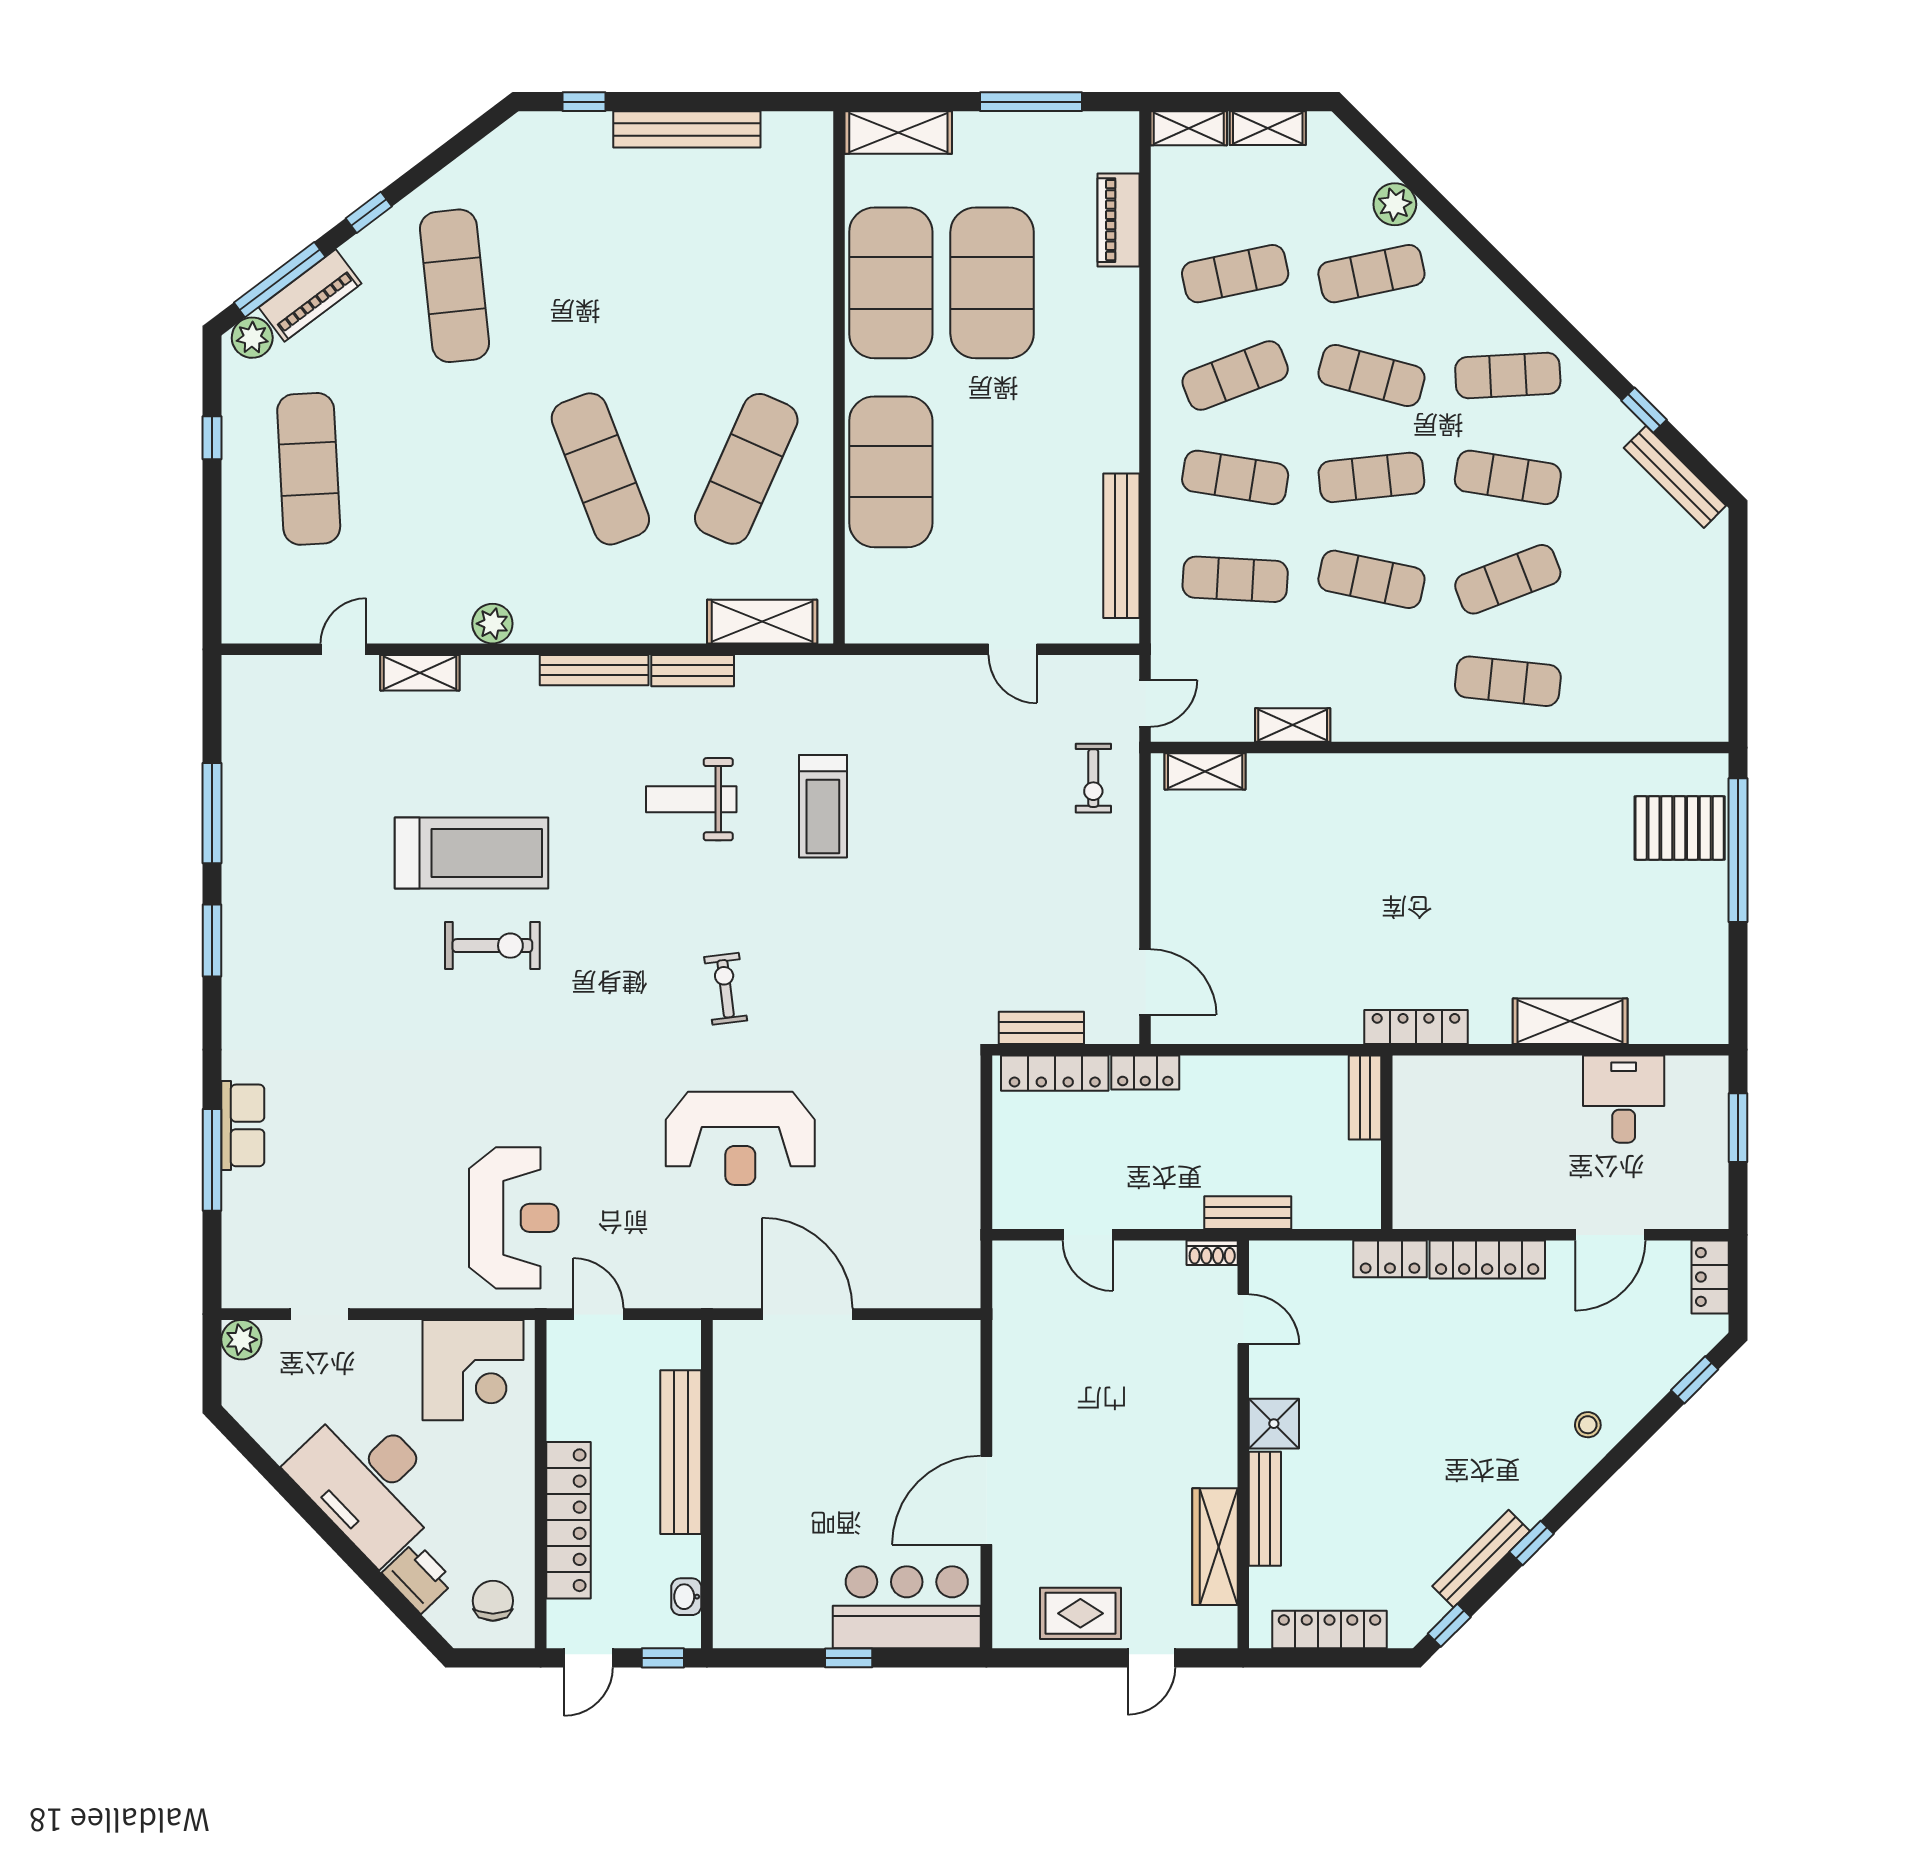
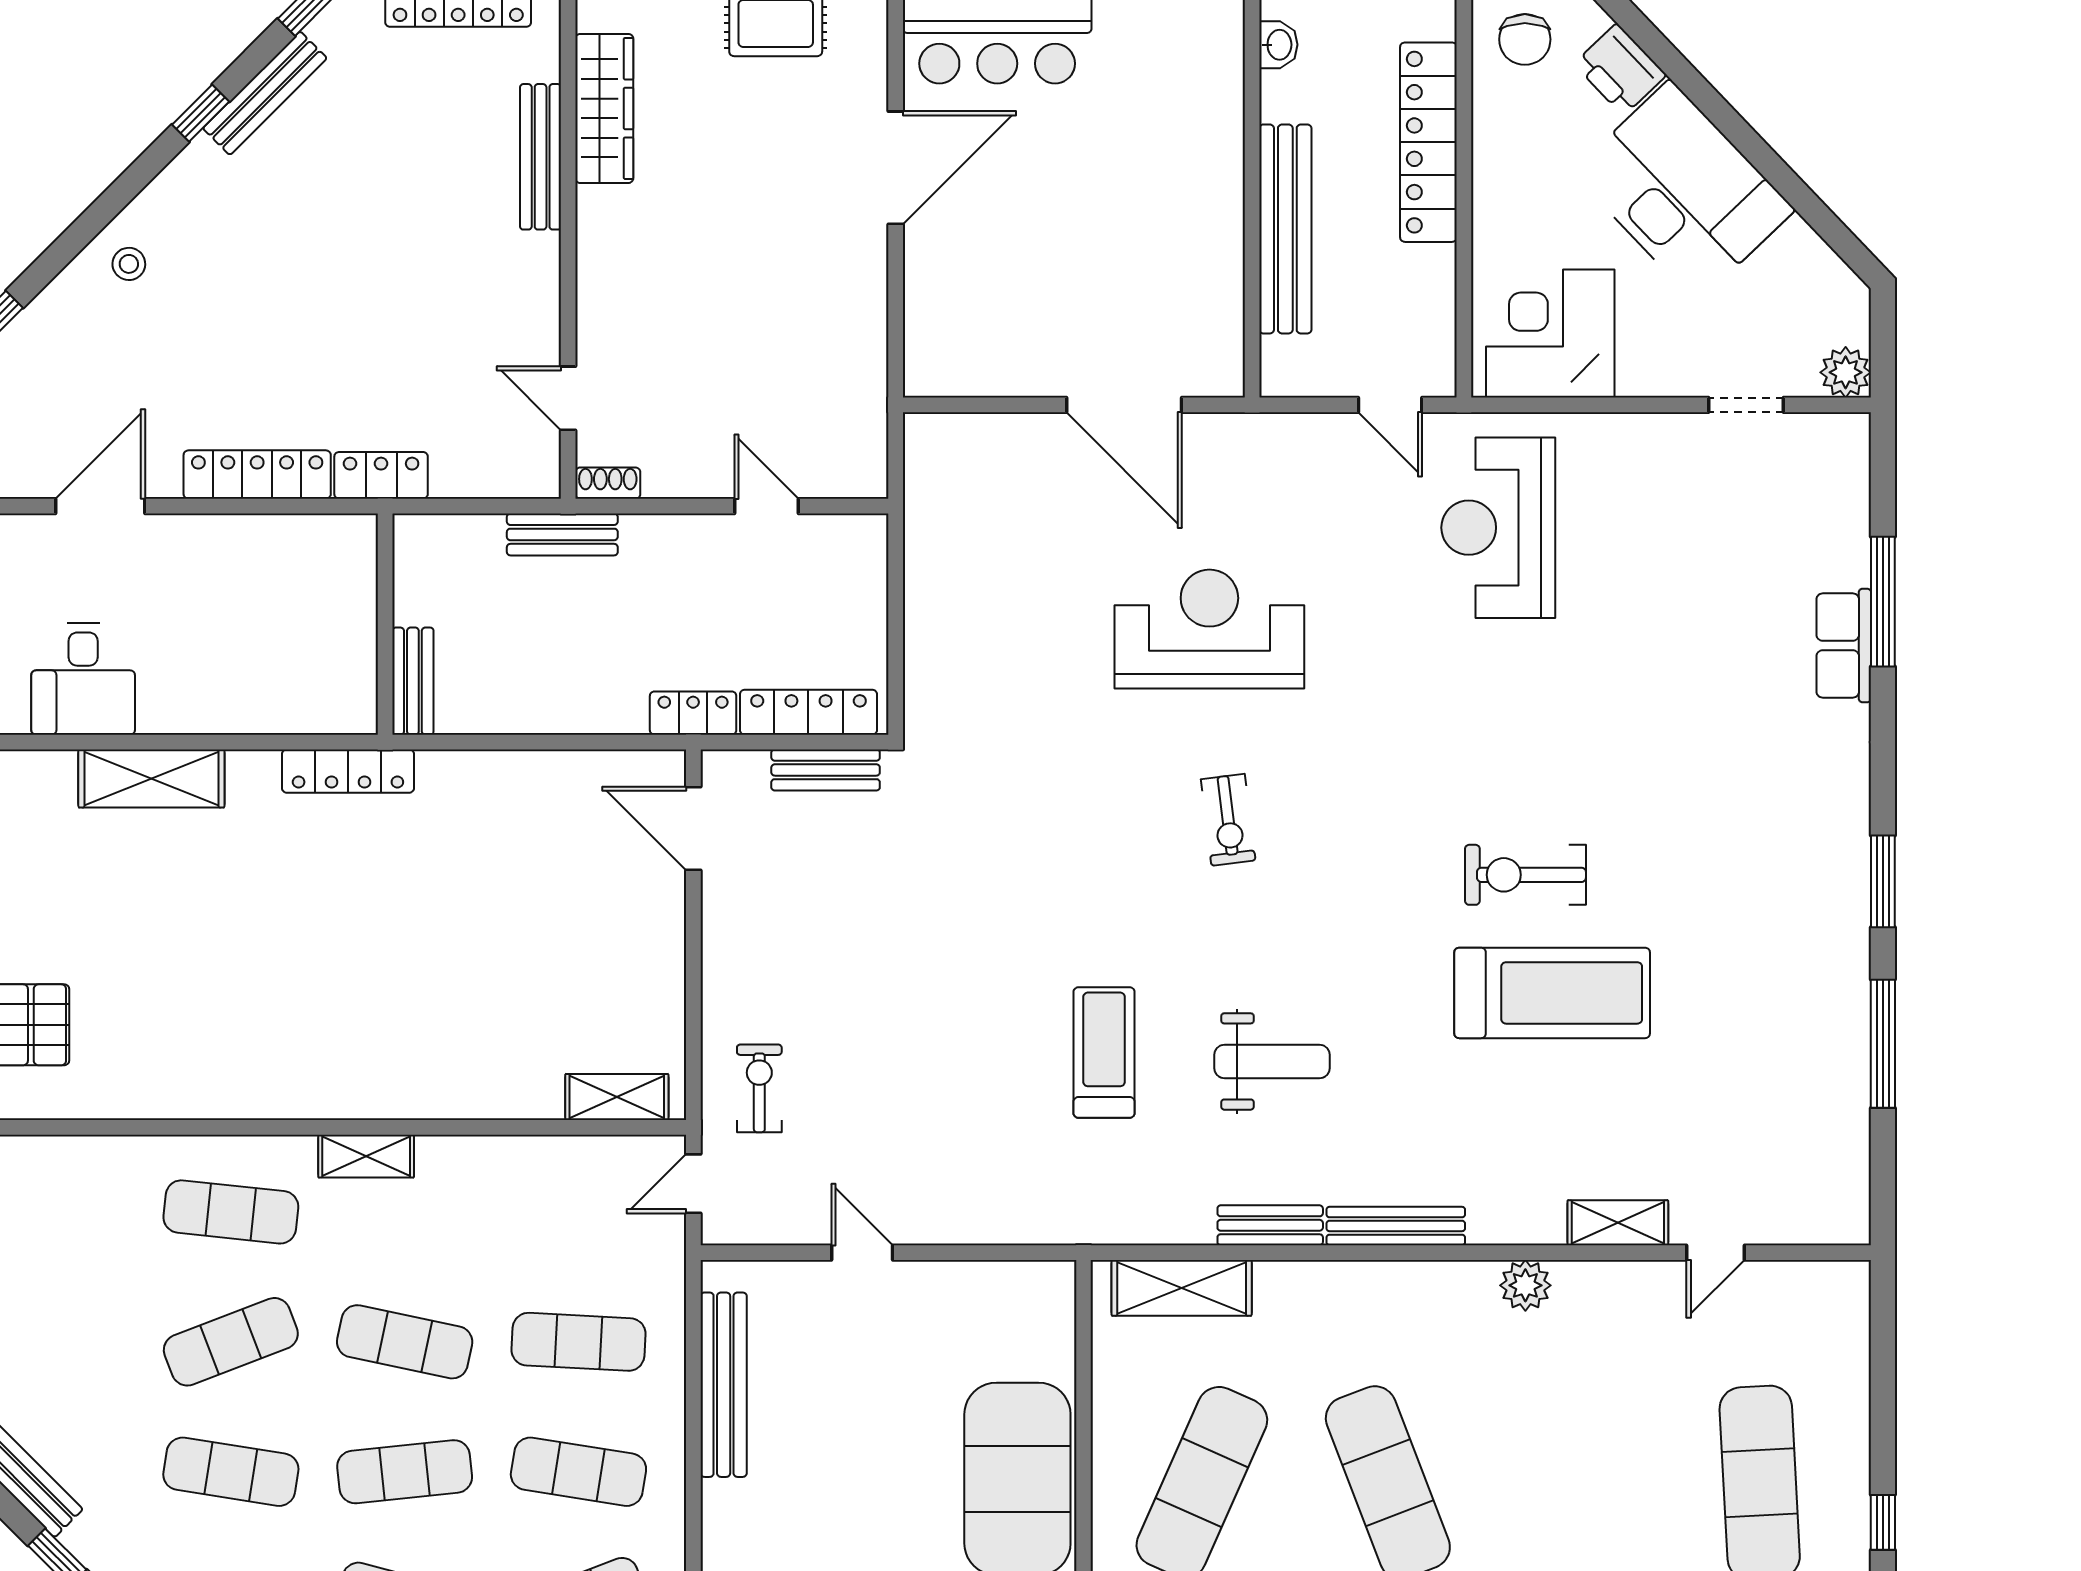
shelving: (1293, 725) -> (366, 1156), moved
treadmill: (471, 853) -> (1552, 993), turned 180
shower: (1274, 1424) -> (529, 265), removed

